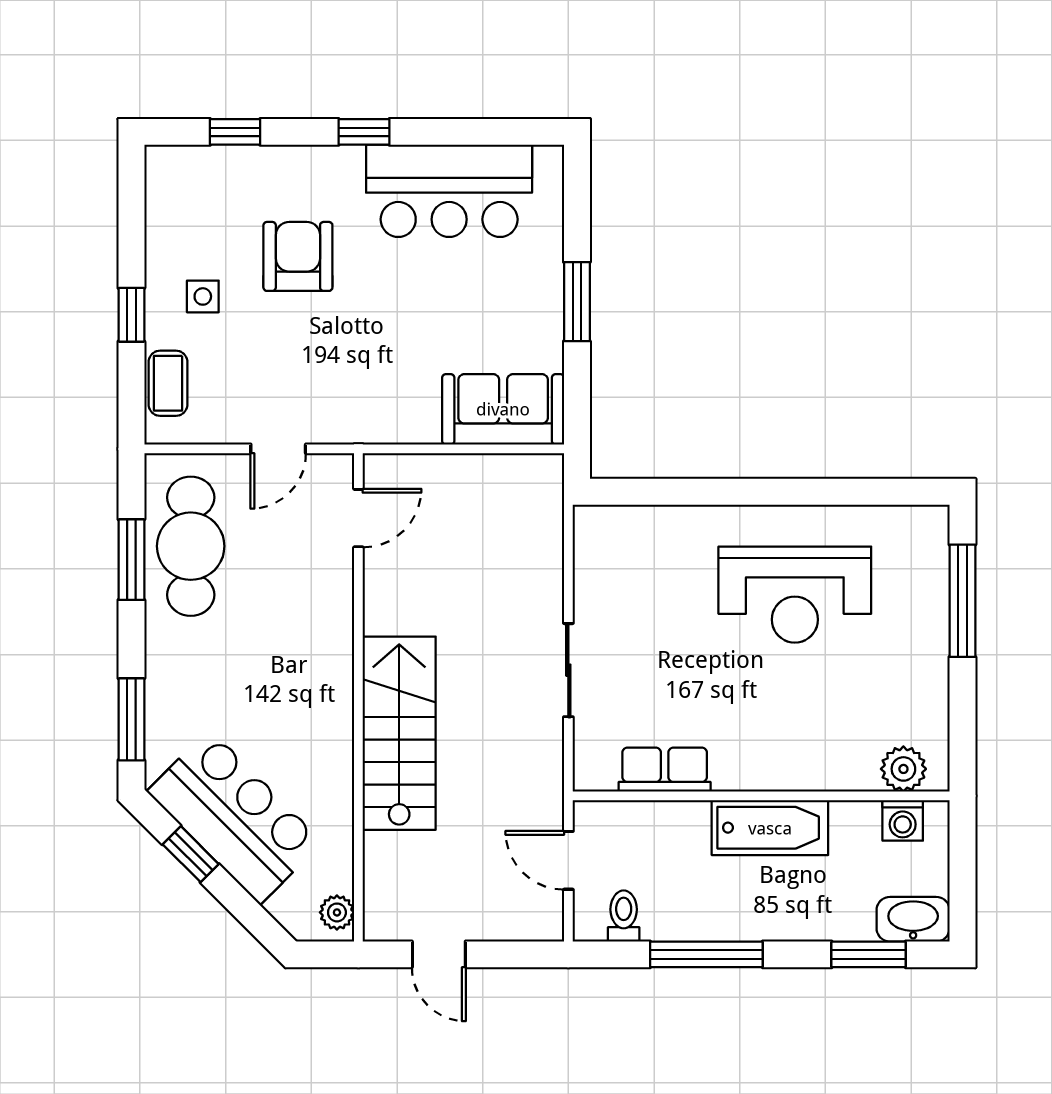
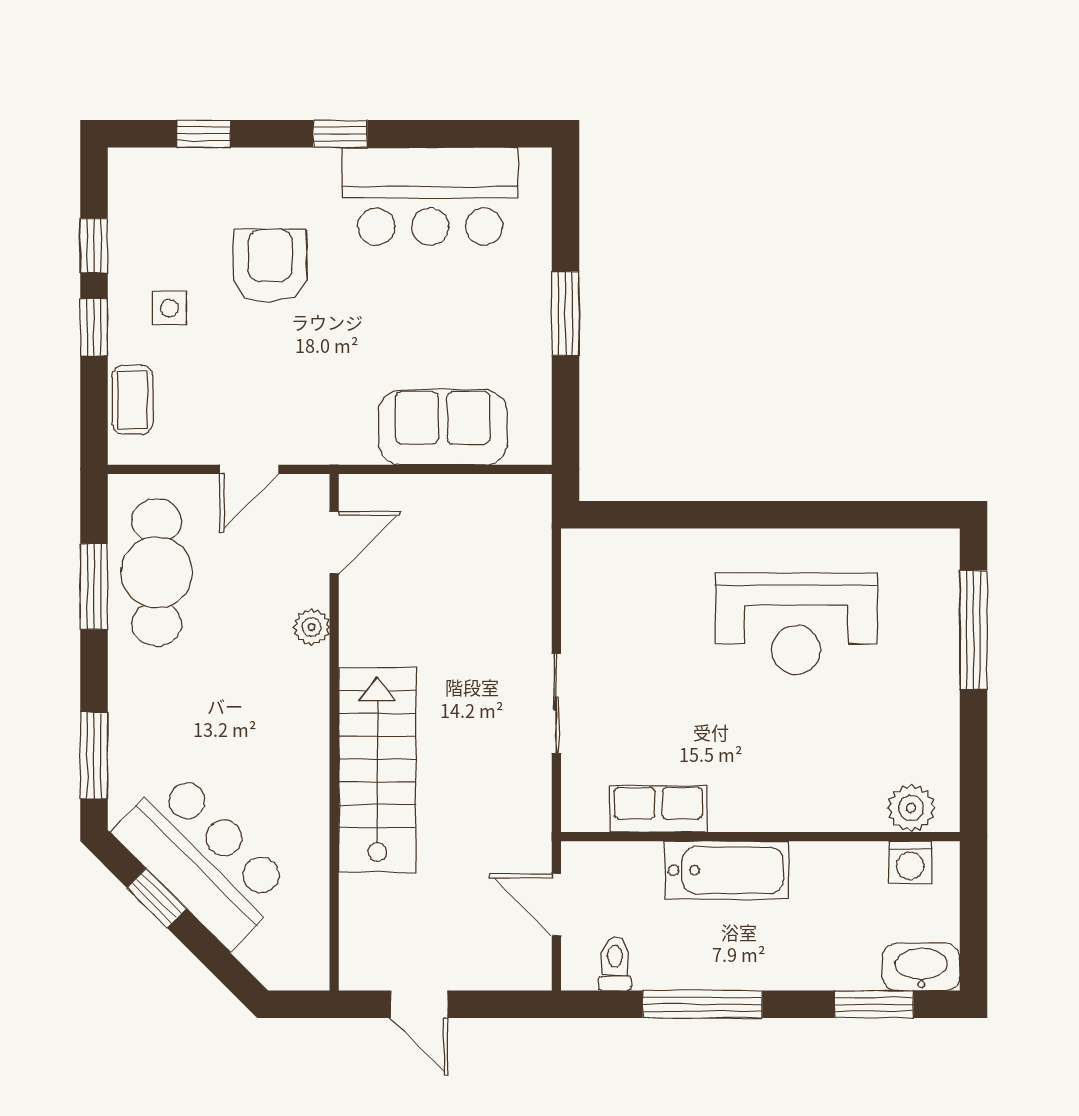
window: (131, 238) -> (94, 246), added
sofa: (503, 409) -> (443, 428), moved
bathtub: (770, 828) -> (726, 870), moved
plant: (337, 912) -> (311, 627), moved

